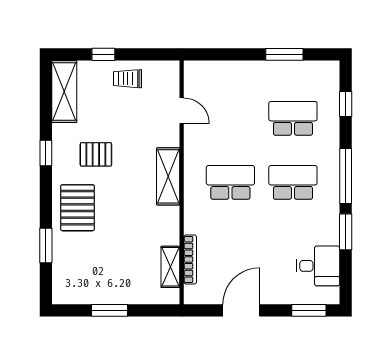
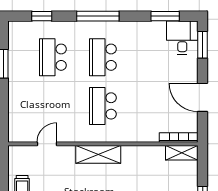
window: (346, 232) -> (165, 16), moved
bookcase: (190, 259) -> (179, 137), moved
desk: (318, 266) -> (182, 38), moved
shelving: (170, 267) -> (182, 153), moved

